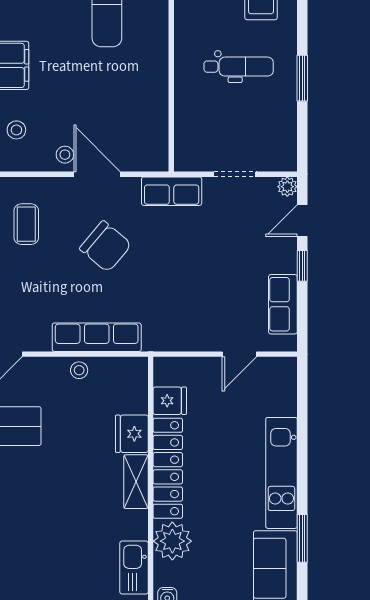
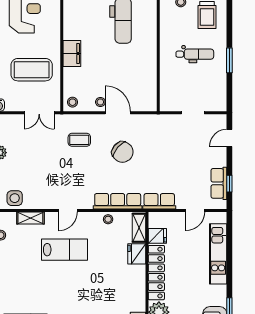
stool: (16, 130) -> (72, 102), moved
plant: (287, 187) -> (221, 119), removed
row of seats: (172, 191) -> (159, 201), moved, turned 180
coffee table: (26, 224) -> (79, 140), turned 90
window: (302, 266) -> (229, 184), moved
kitchen unit: (281, 473) -> (218, 254), moved
shelving: (136, 482) -> (139, 228), moved

